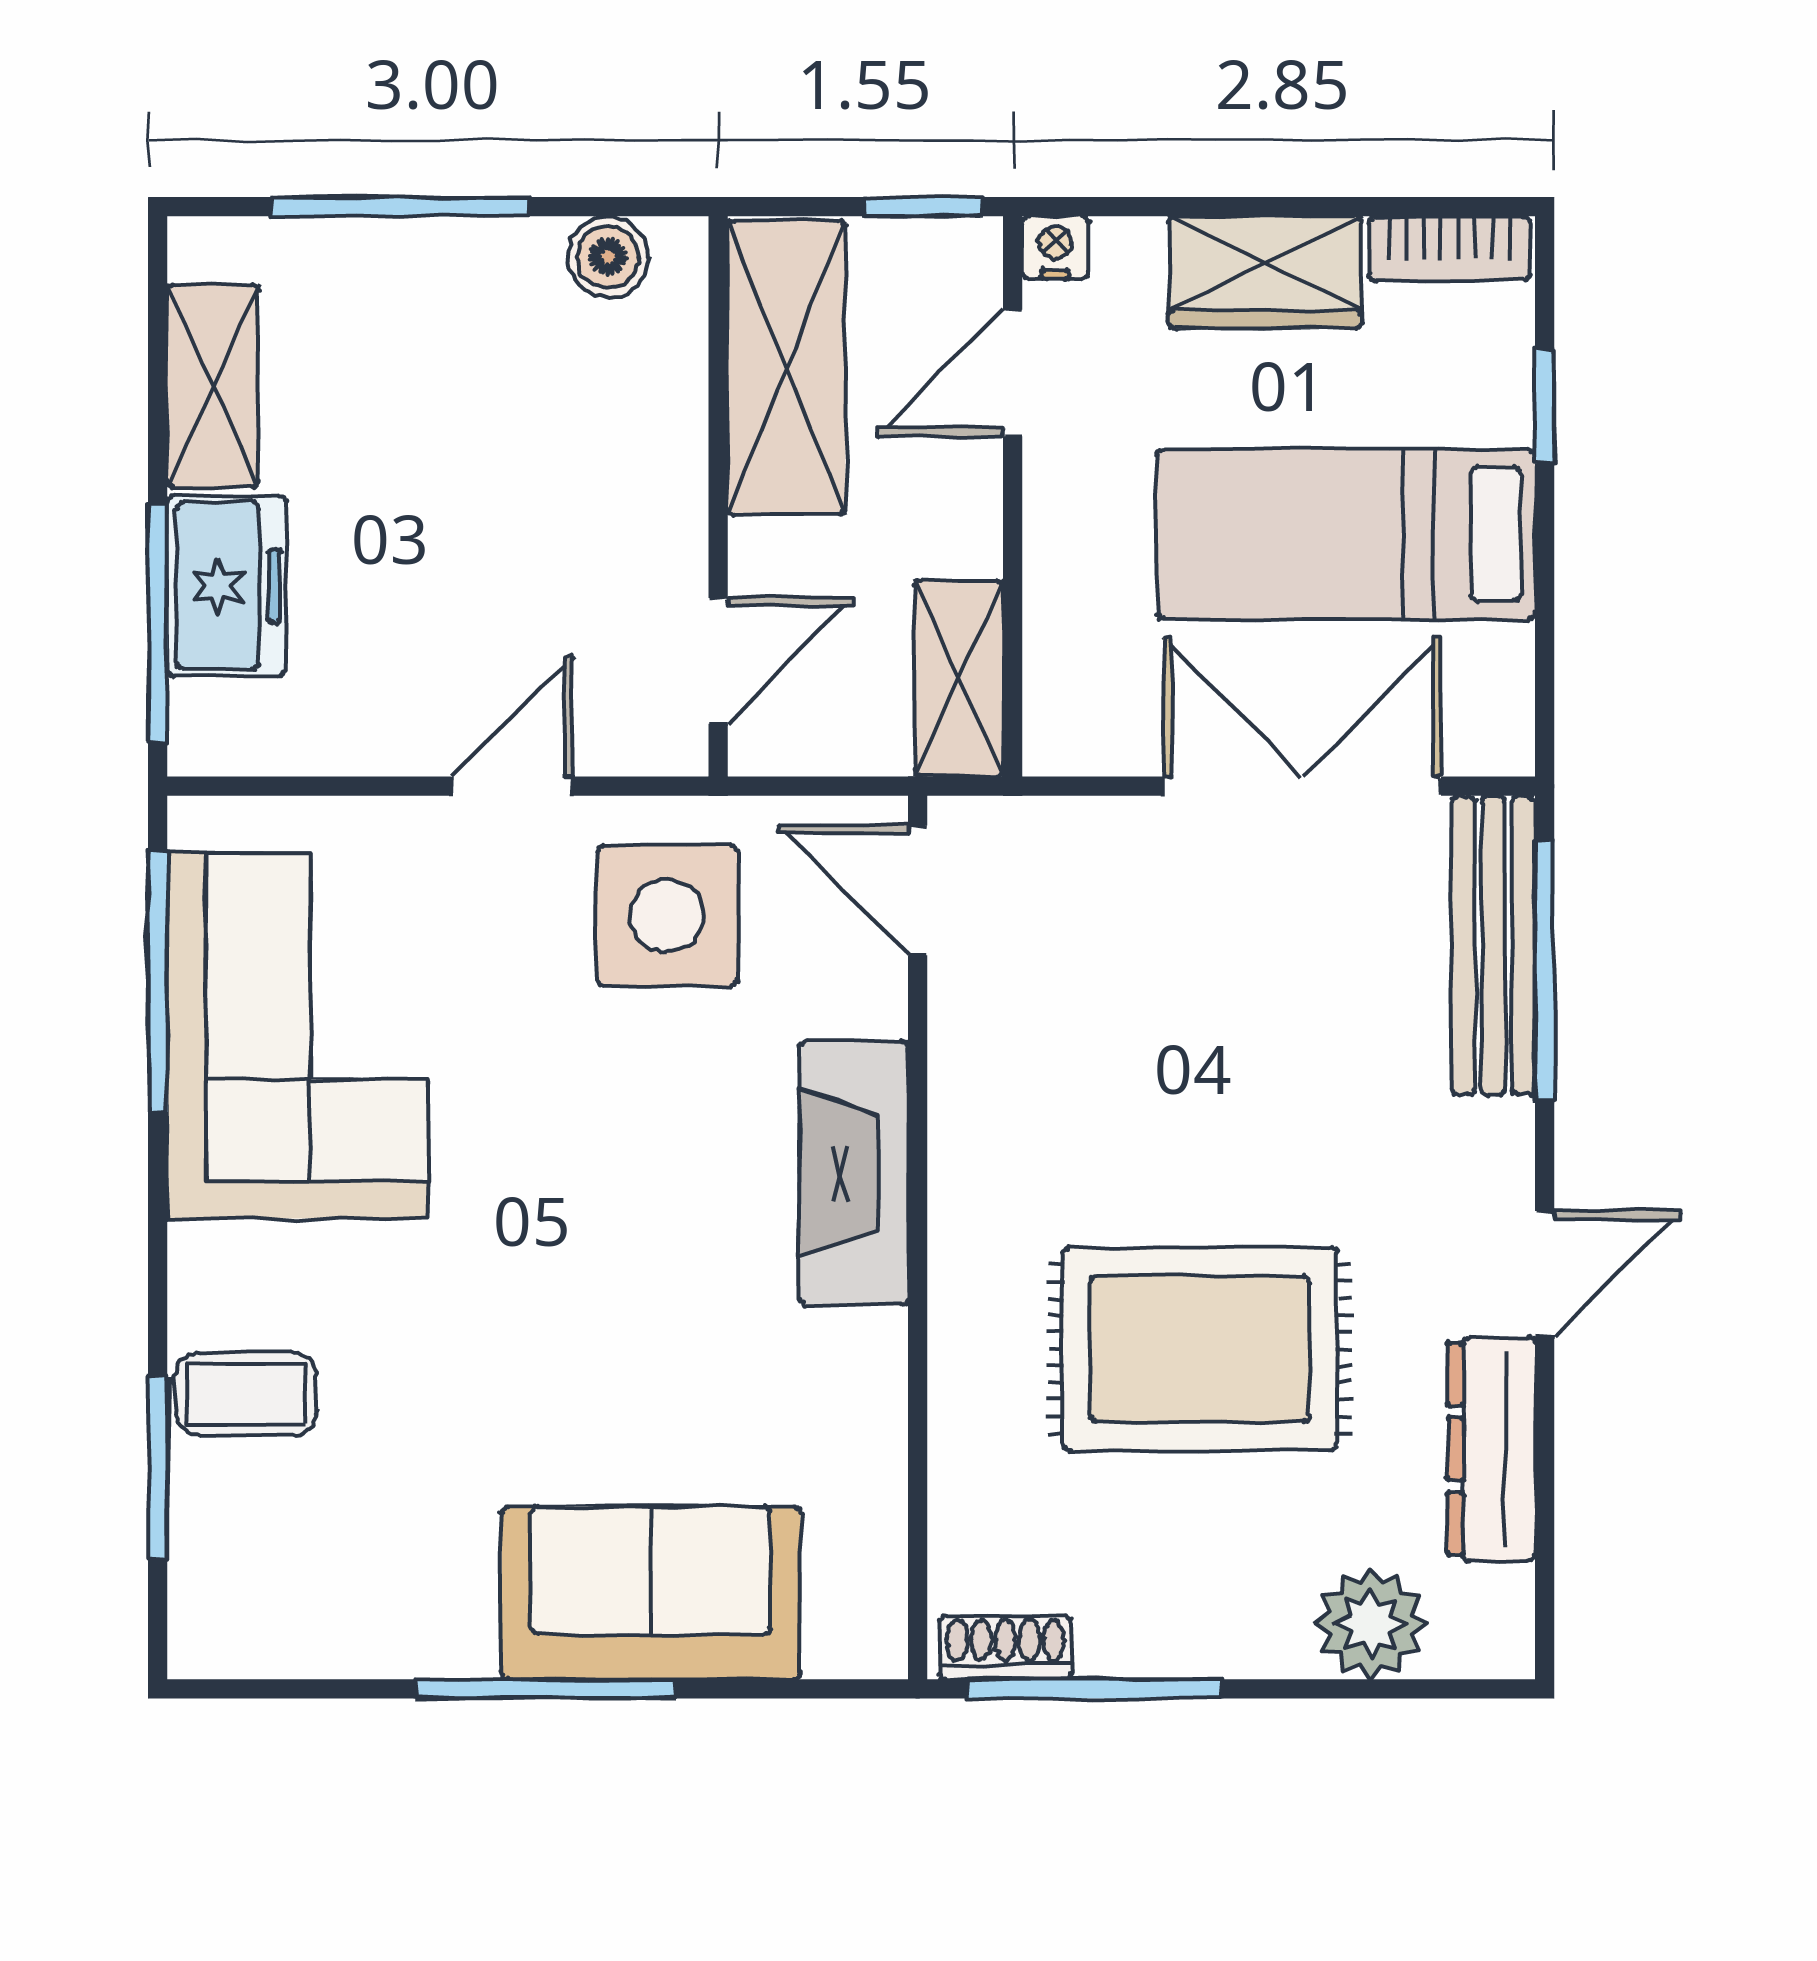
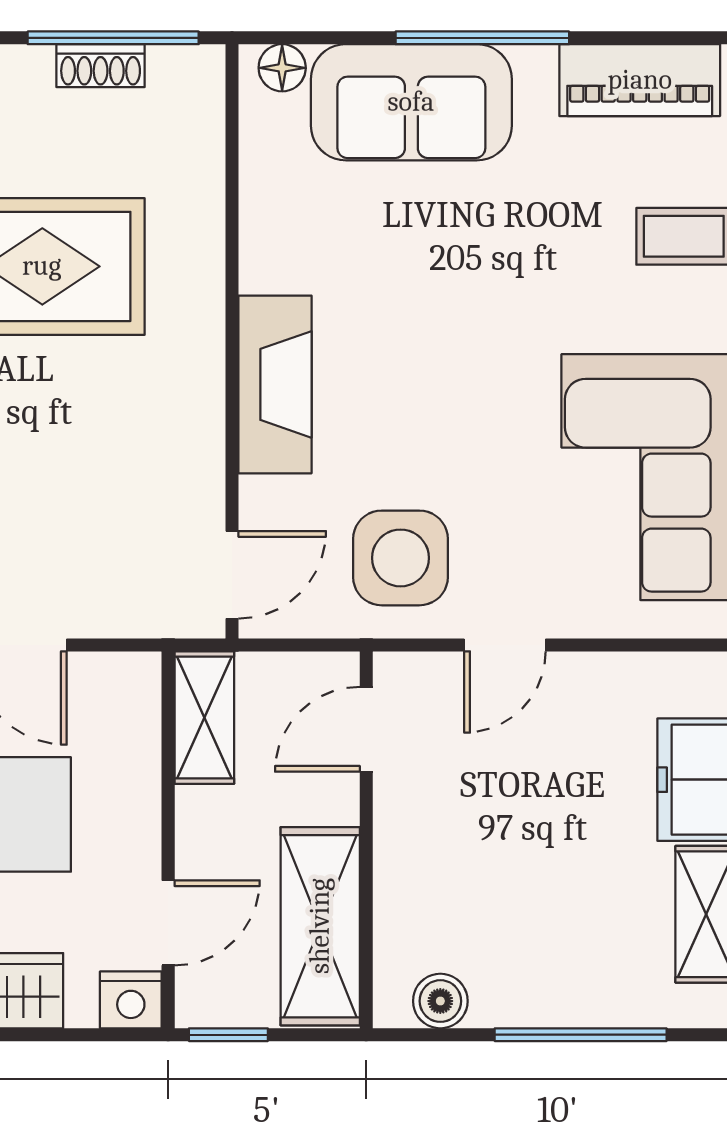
nightstand: (1055, 247) -> (131, 1000), width x1.39, depth x1.35
door: (918, 890) -> (232, 575), hinge flipped
piano: (312, 1626) -> (640, 80), added
floor lamp: (843, 1644) -> (282, 68), added
shoe rack: (1005, 1647) -> (101, 66), moved

